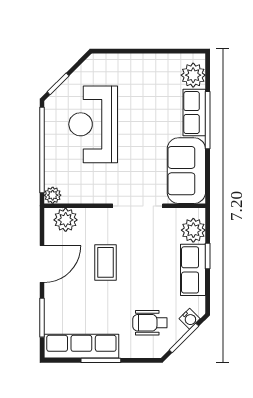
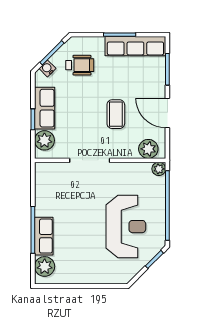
sofa: (186, 171) -> (50, 189), removed
door: (42, 264) -> (167, 113), hinge flipped

